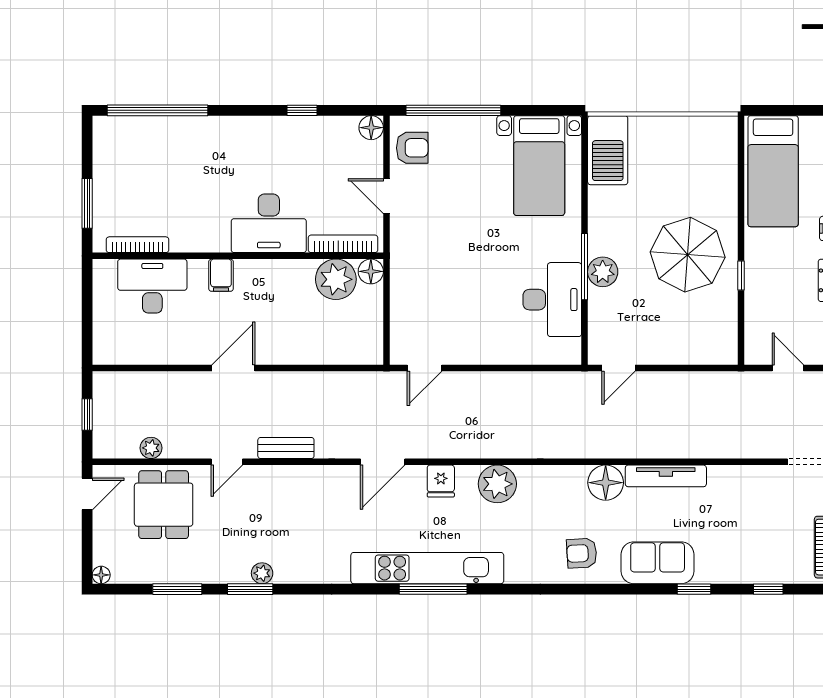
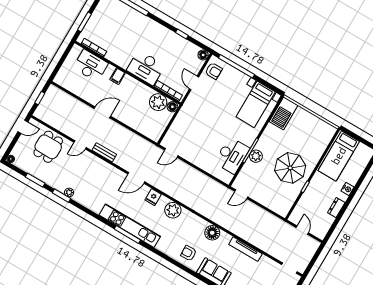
plant: (151, 448) -> (56, 124), removed
tv unit: (666, 476) -> (245, 249), moved

